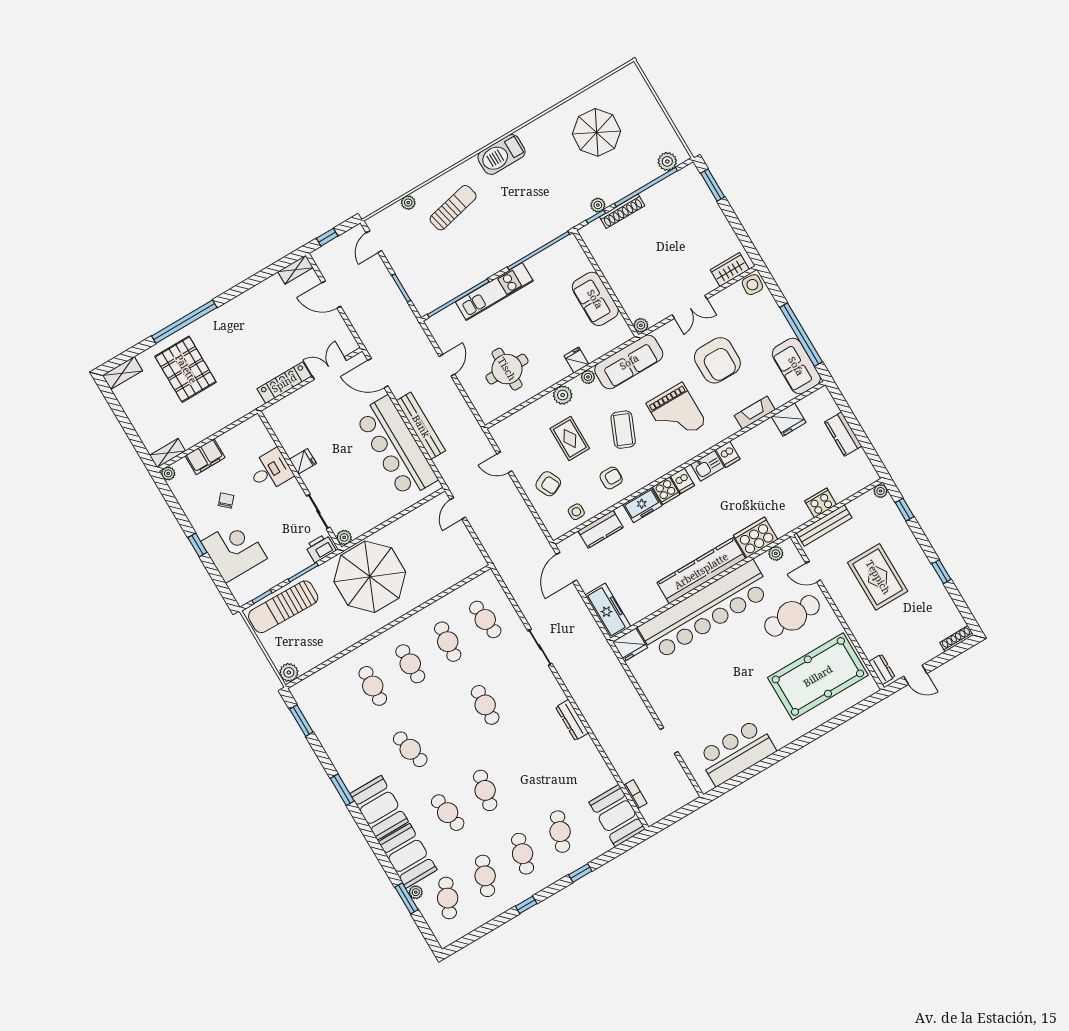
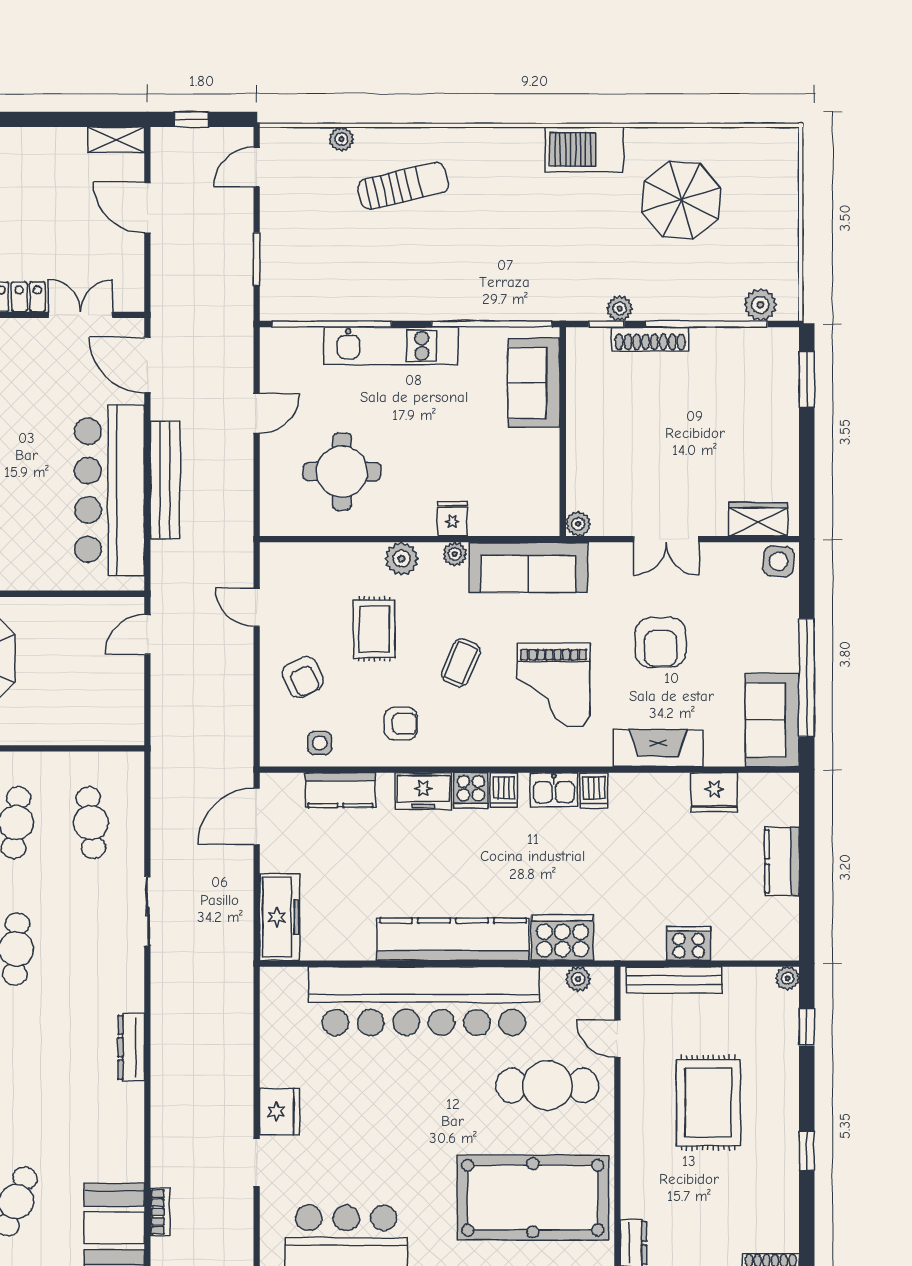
barbecue: (501, 154) -> (584, 150), moved
sofa: (595, 299) -> (534, 383), moved
armchair: (717, 360) -> (661, 642), width x0.73, depth x0.73
fireplace: (755, 413) -> (658, 748), width x1.37, depth x1.32
coffee table: (623, 430) -> (461, 663), width x0.73, depth x0.77
fridge: (630, 645) -> (280, 1112), moved, turned -90

